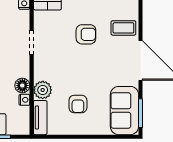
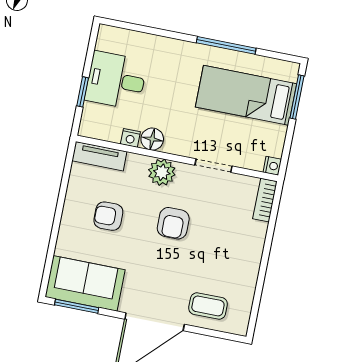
coffee table: (123, 28) -> (208, 306), turned 90
armchair: (86, 34) -> (173, 223), moved
plant: (43, 90) -> (162, 172), moved

